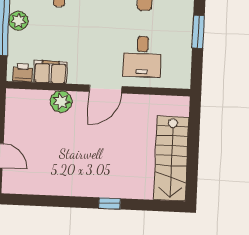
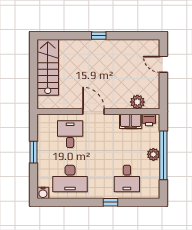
door: (106, 89) -> (94, 112), hinge flipped
plant: (61, 102) -> (137, 102), moved
window: (110, 203) -> (99, 36), moved

